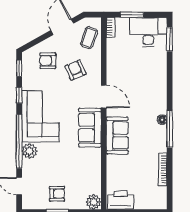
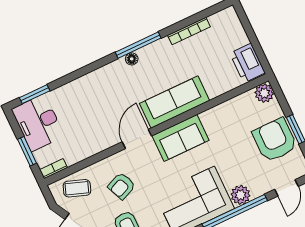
sofa: (117, 135) -> (175, 102), width x1.36
armchair: (57, 194) -> (275, 140), width x1.88, depth x1.88

